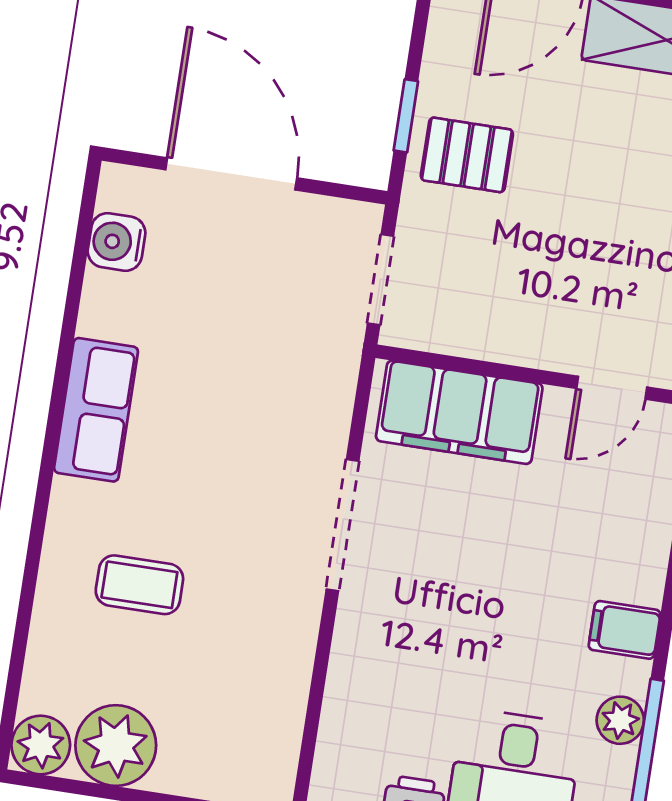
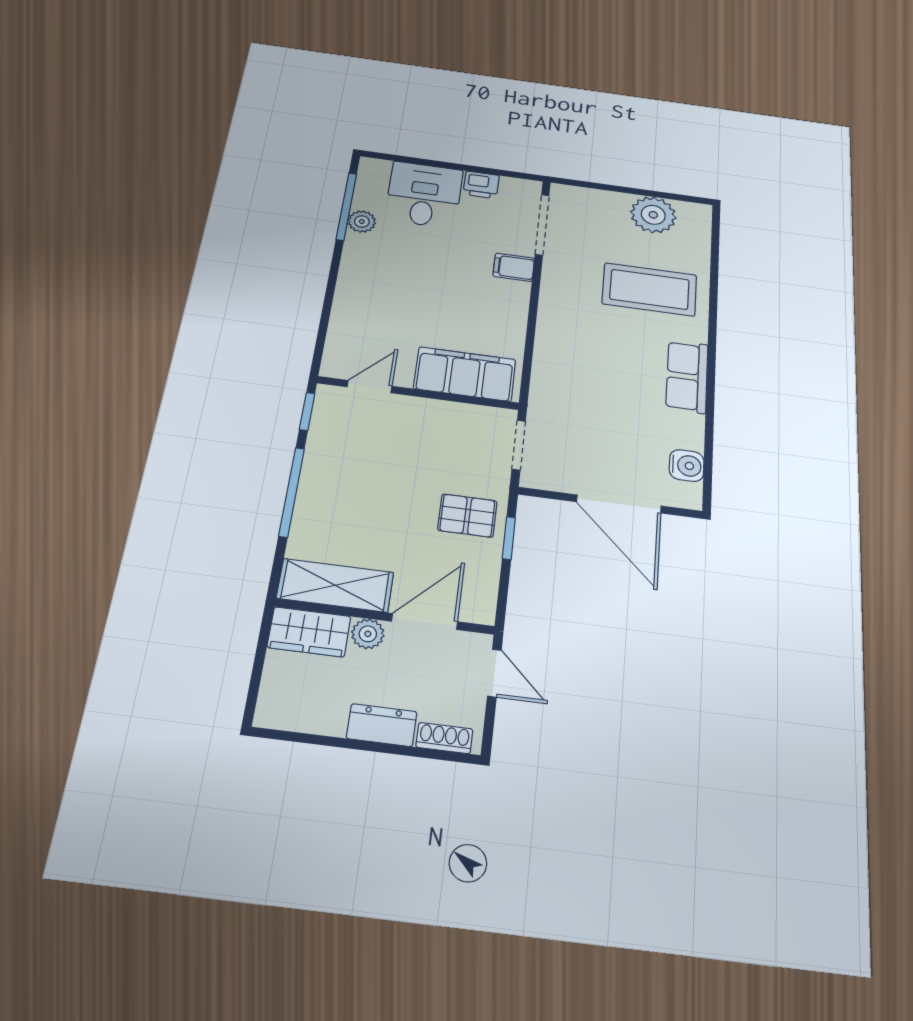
doorway: (342, 525) -> (542, 225), moved
coffee table: (139, 585) -> (650, 289), width x1.86, depth x1.72
filing cabinet: (625, 630) -> (514, 267), moved, turned 180
plant: (41, 745) -> (696, 216), removed

